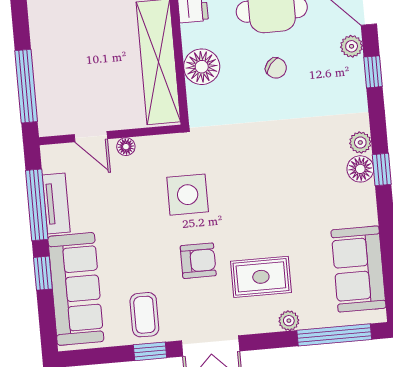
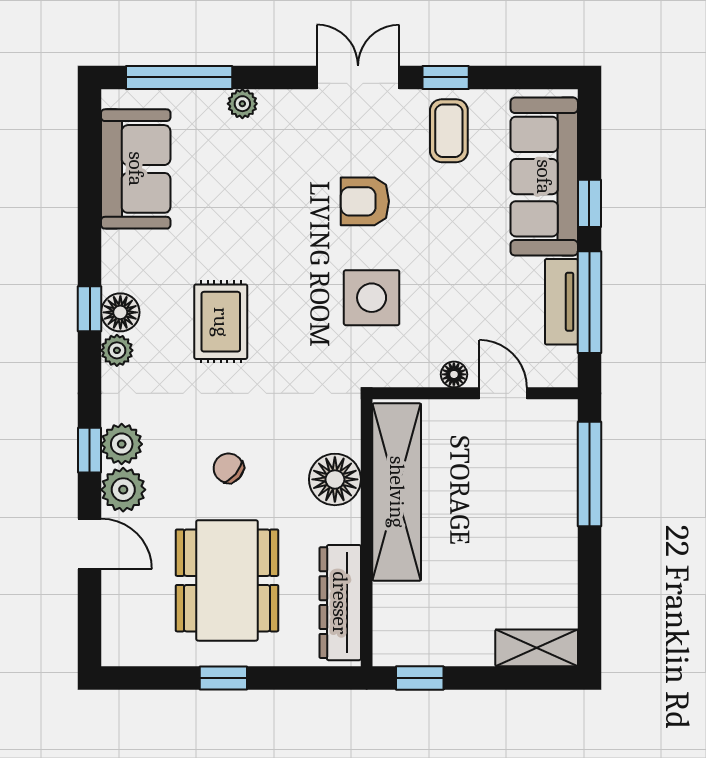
plant: (352, 46) -> (123, 490), width x1.38, depth x1.38
plant: (351, 78) -> (122, 444), added
rug: (261, 277) -> (221, 322), moved, turned 90

